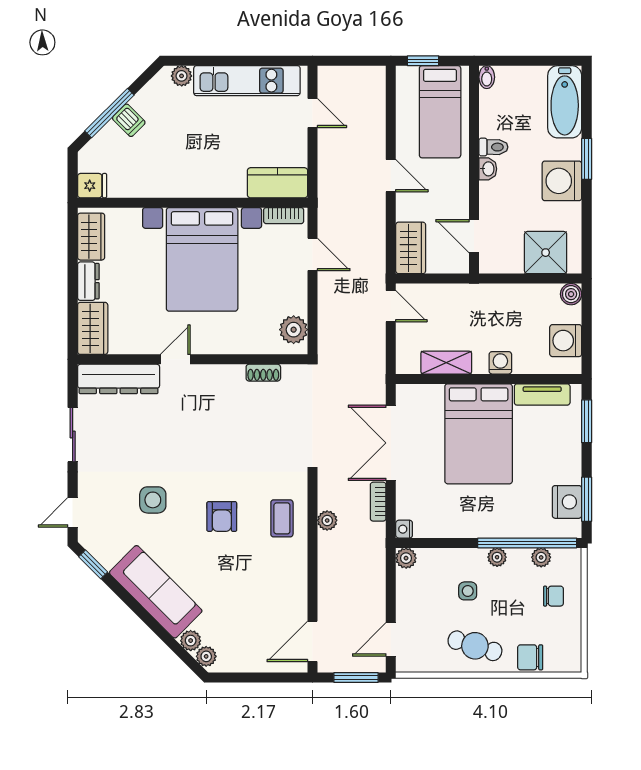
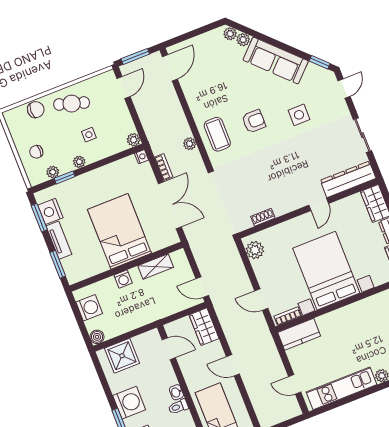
tv unit: (542, 394) -> (59, 240), moved, turned 90
armchair: (222, 517) -> (254, 121), turned 90
coffee table: (282, 518) -> (217, 134), width x1.36, depth x1.30
window: (527, 543) -> (65, 177), width x0.32

